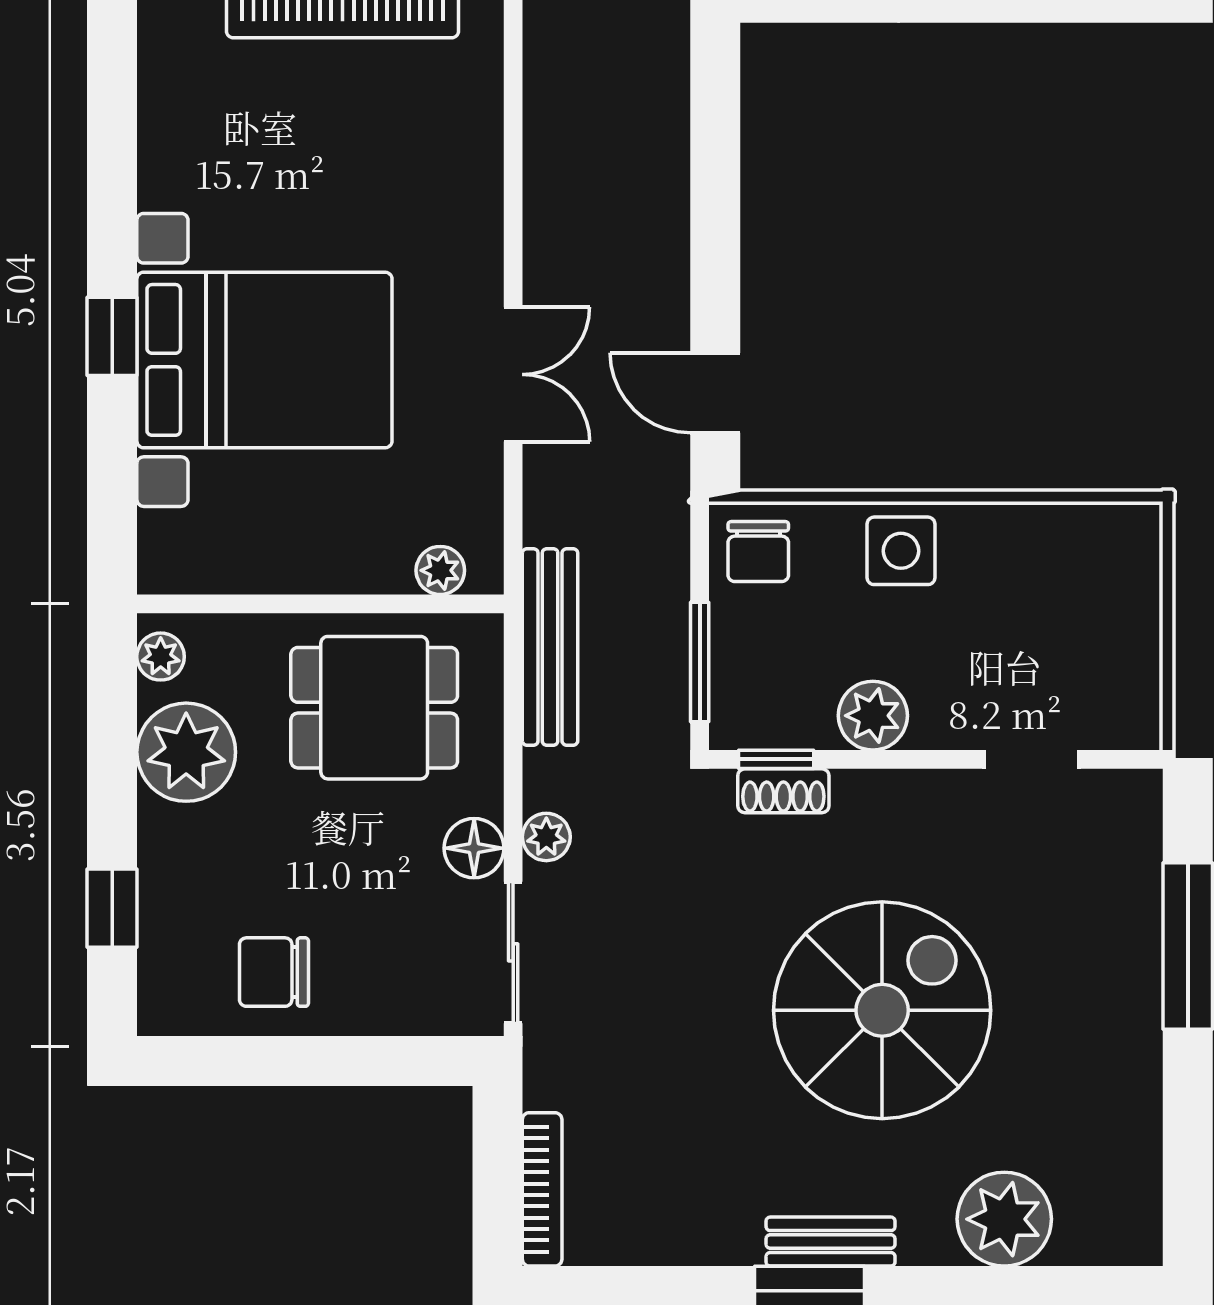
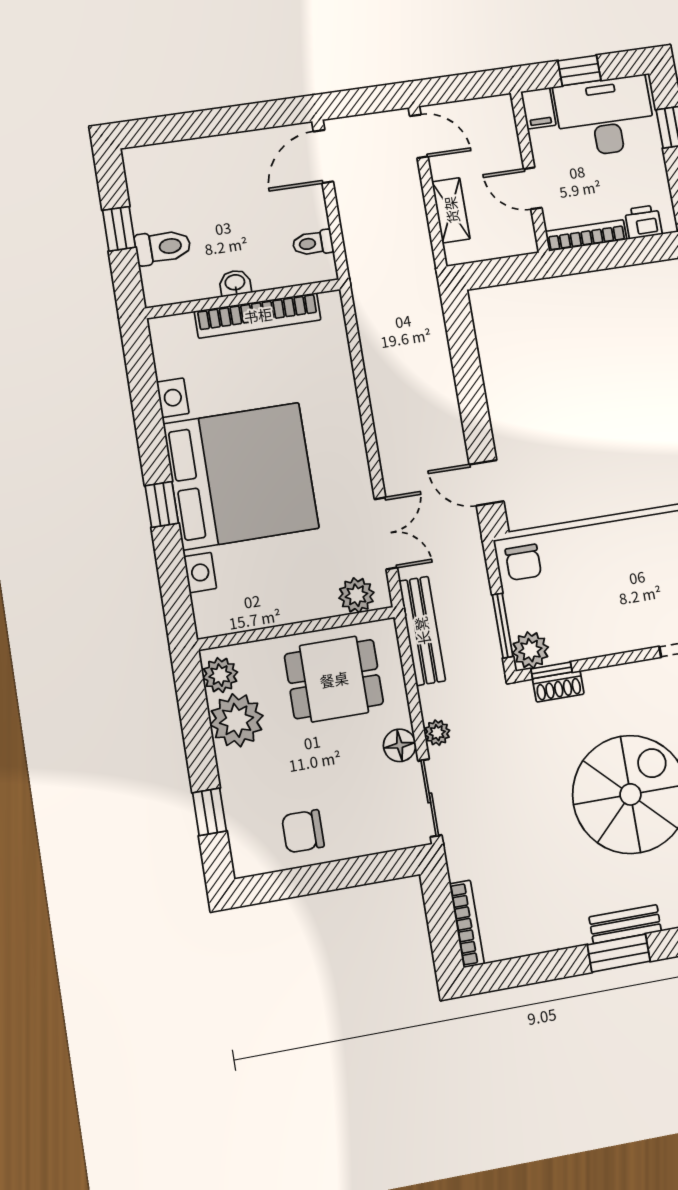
bed with nightstands: (264, 360) -> (241, 476), width x1.36
double door: (513, 374) -> (386, 533), moved
side table: (901, 551) -> (598, 550), removed
plant: (440, 570) -> (356, 595), width x1.38, depth x1.38
plant: (161, 657) -> (220, 675), width x1.38, depth x1.38
plant: (873, 716) -> (530, 650), moved

